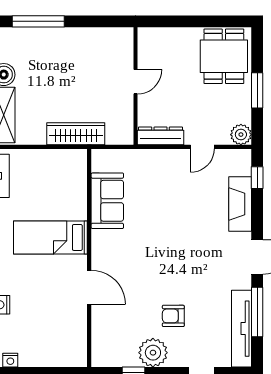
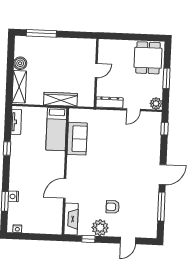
fireplace: (240, 204) -> (71, 219), moved, turned 180
bed: (50, 237) -> (56, 129), moved, turned -90
door: (89, 287) -> (65, 188), swing flipped
tv unit: (242, 329) -> (152, 216), removed

